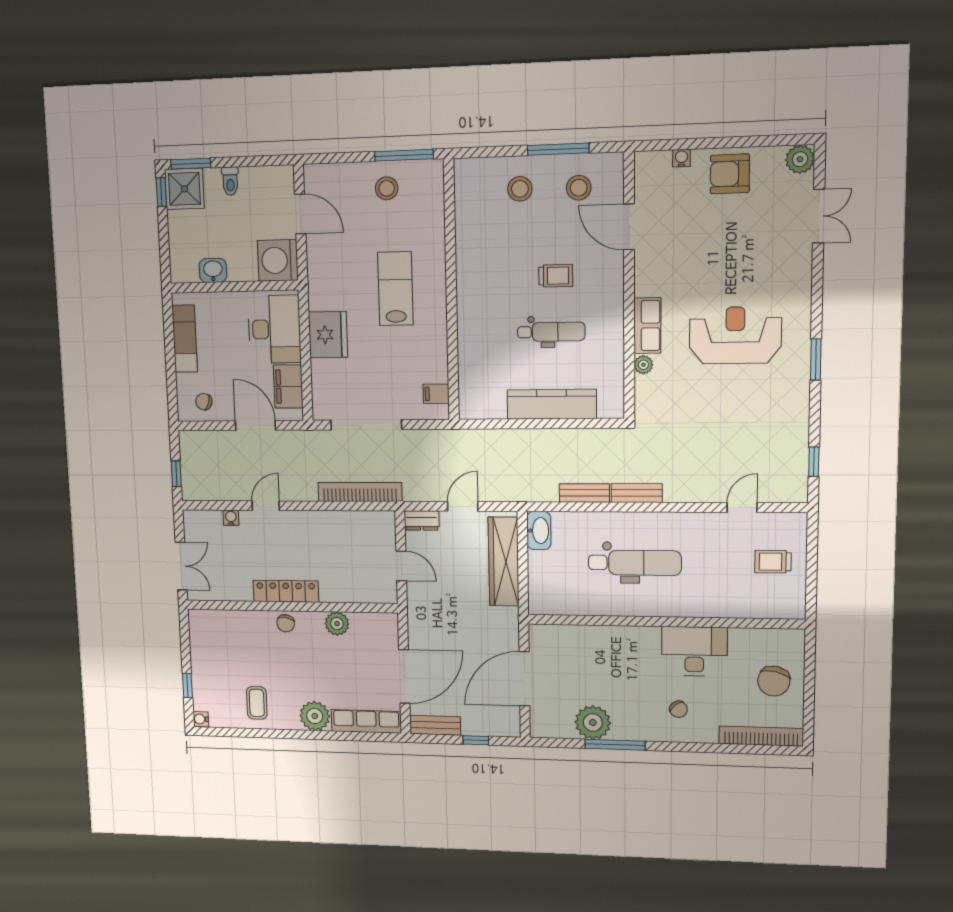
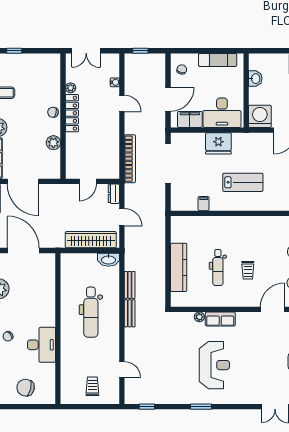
filing cabinet: (436, 394) -> (204, 204), moved
plant: (244, 593) -> (71, 88), added

